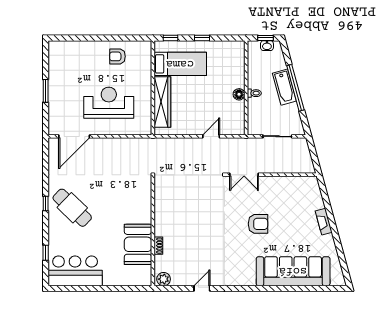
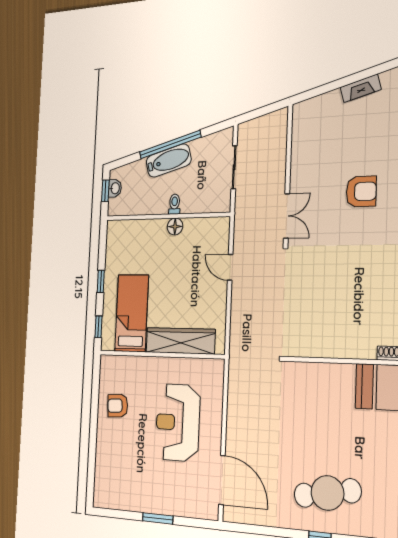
armchair: (117, 56) -> (118, 406), turned 86
cafe table: (72, 208) -> (327, 493), turned 36
armchair: (258, 224) -> (361, 191), turned 90

